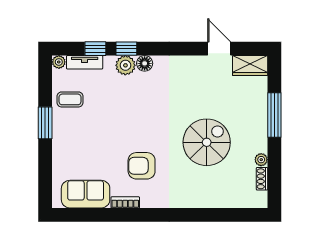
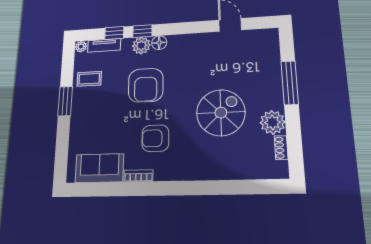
wardrobe: (250, 66) -> (261, 38), removed
armchair: (131, 110) -> (146, 85), added
plant: (261, 160) -> (273, 122), width x1.87, depth x1.87

